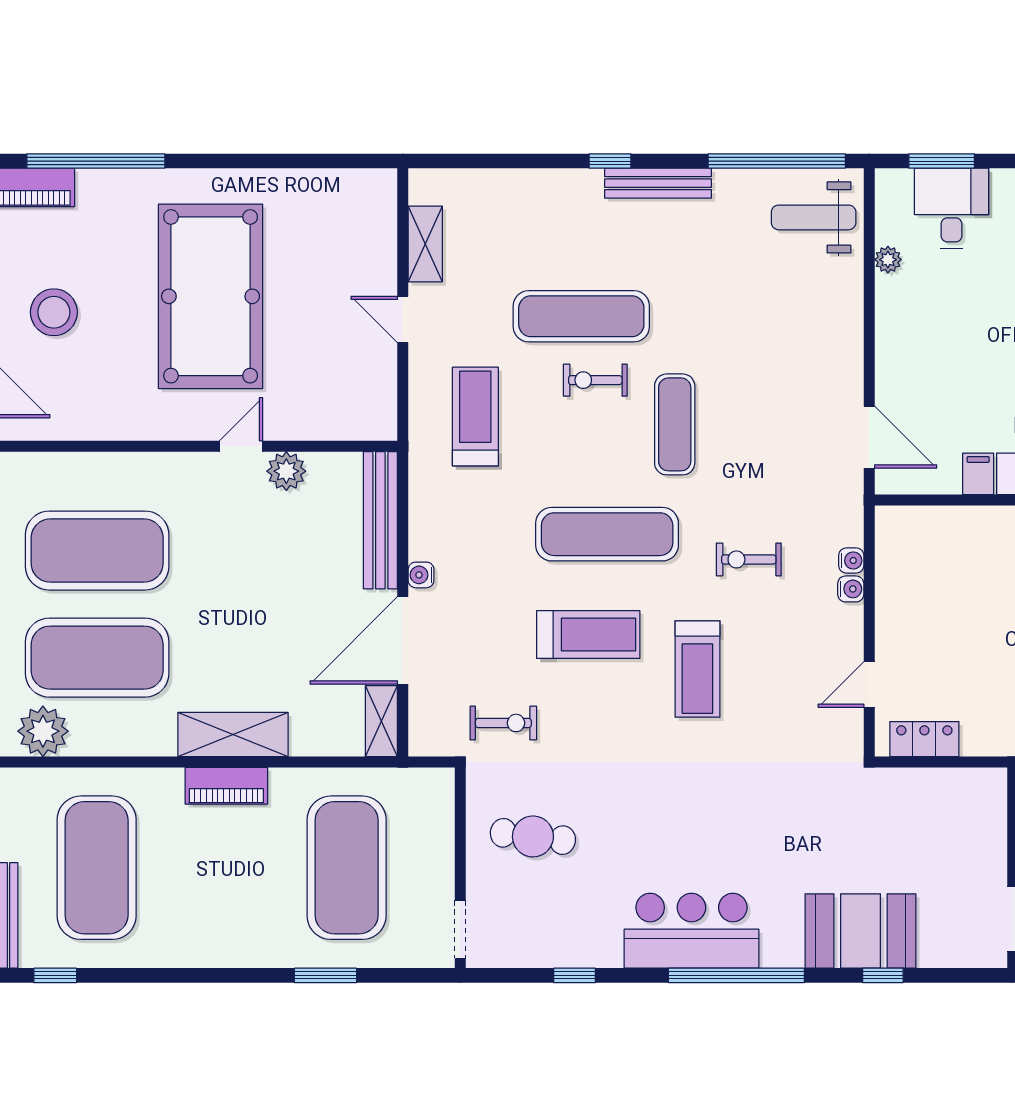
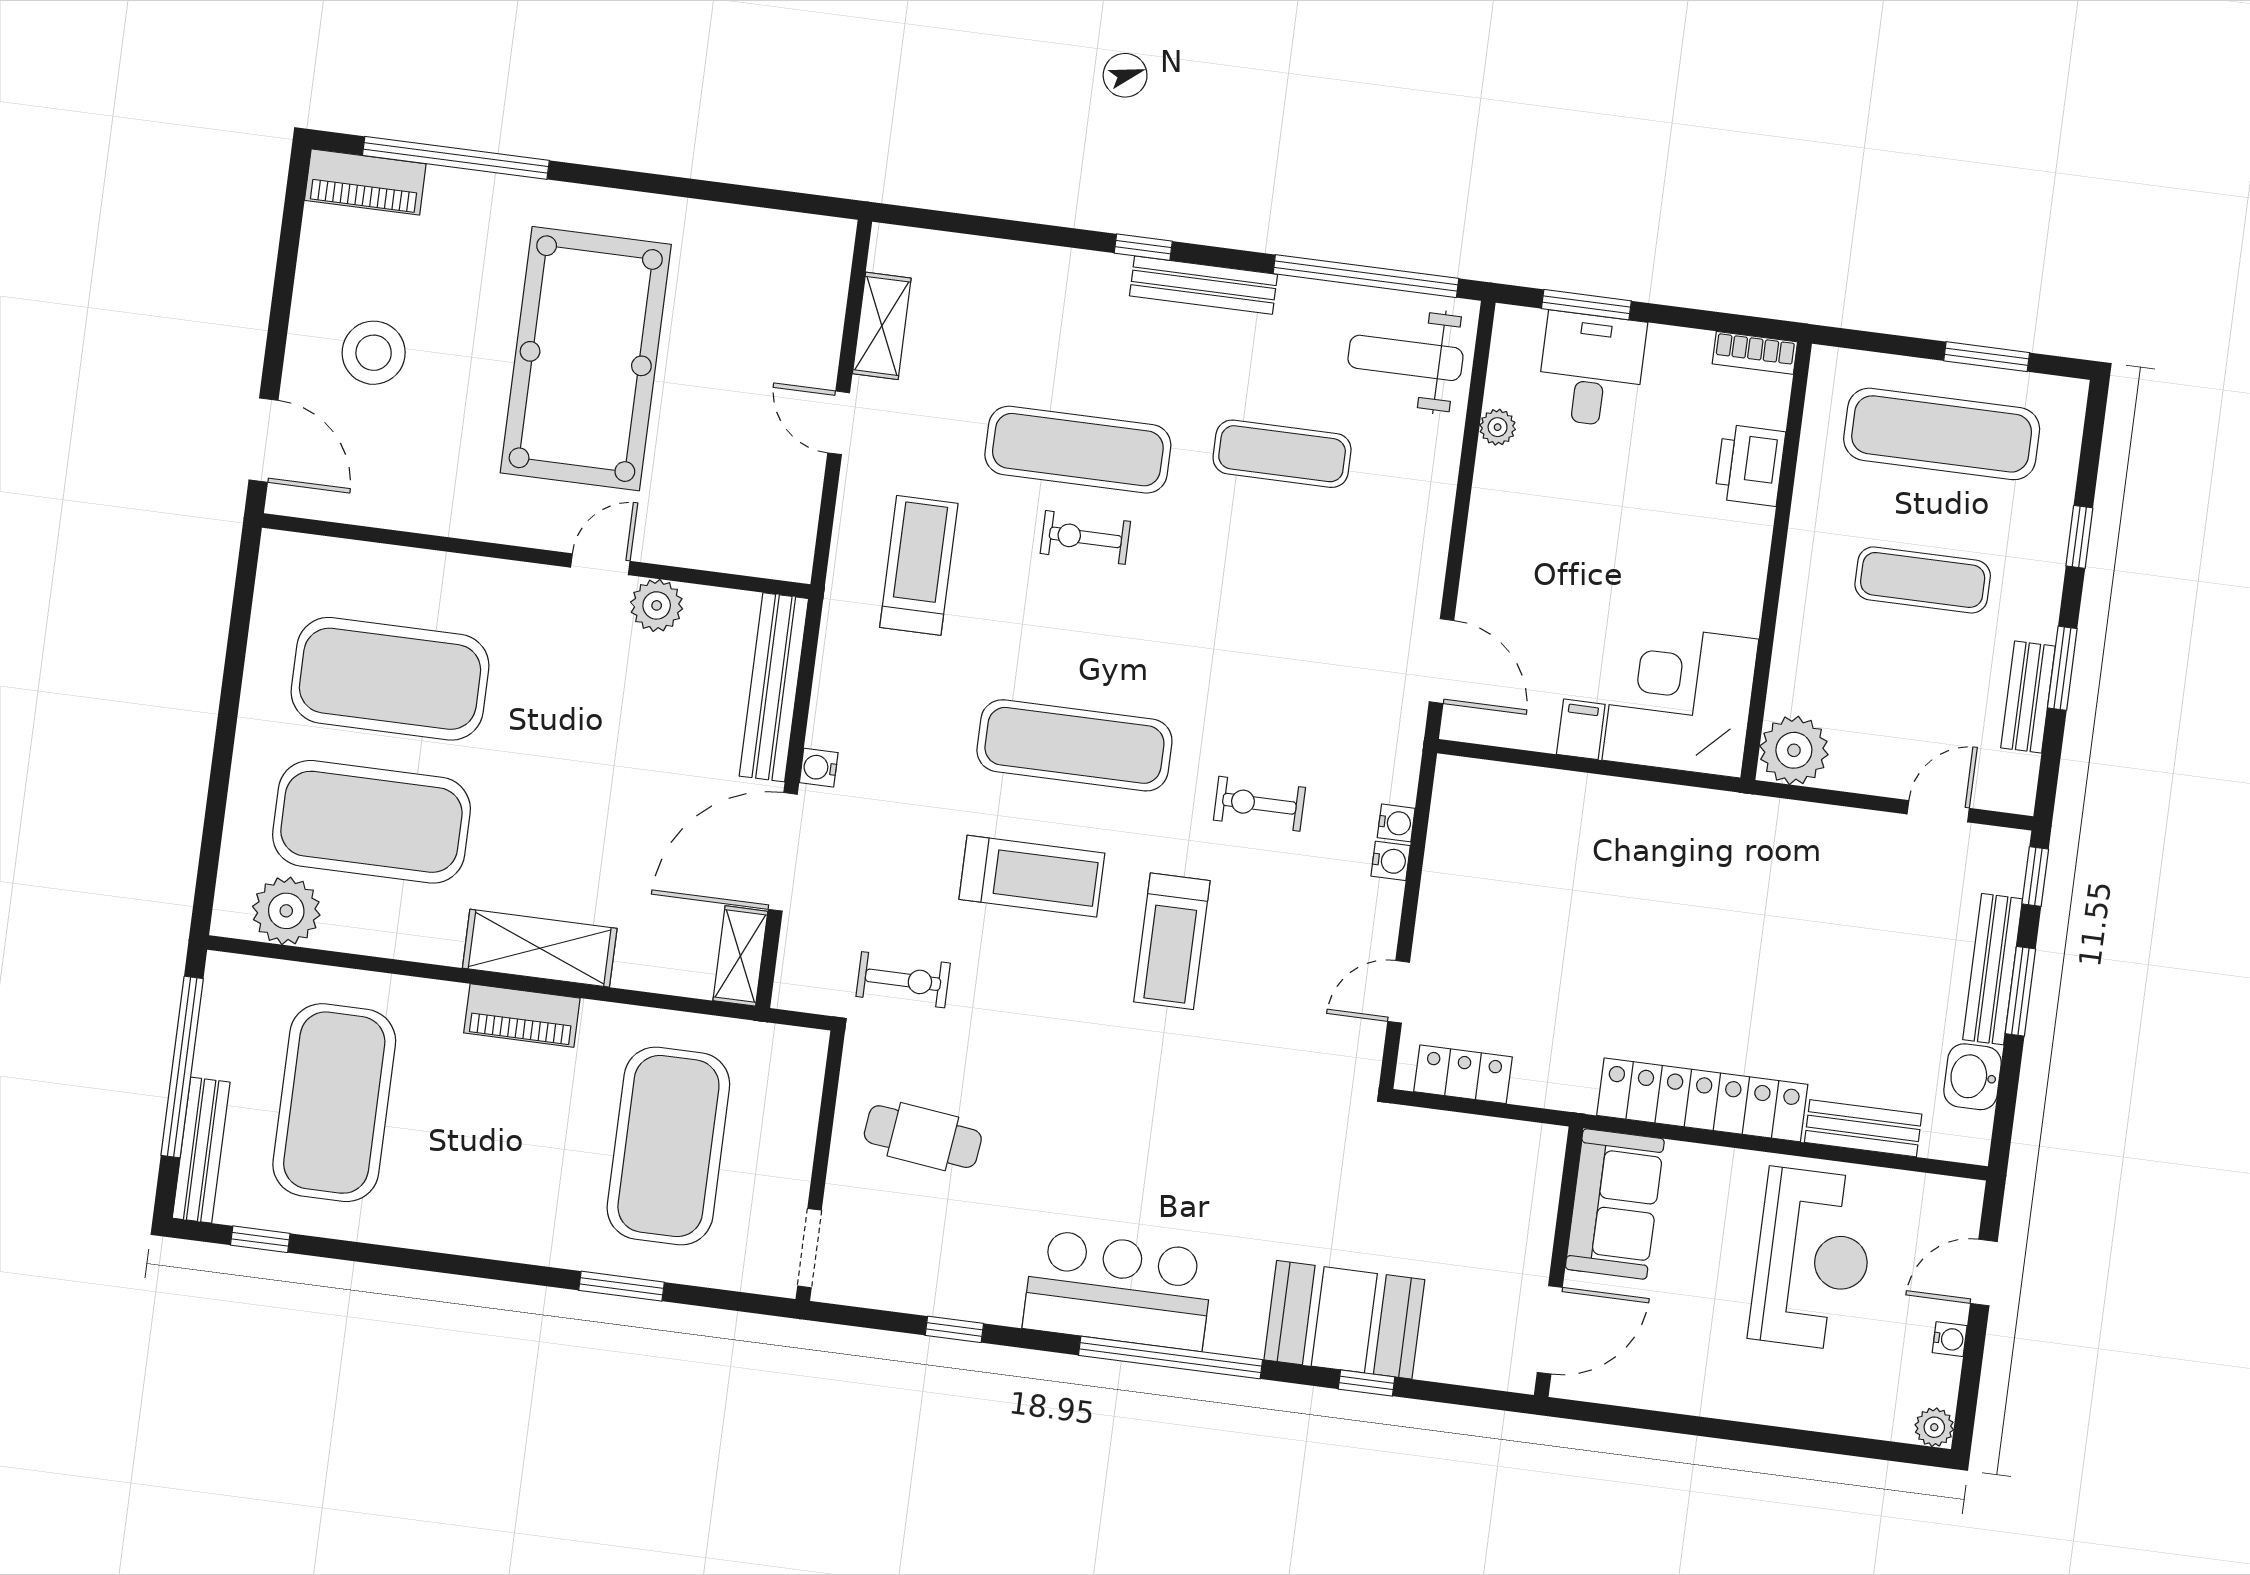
exercise mat: (675, 424) -> (1282, 454), moved, turned 90

